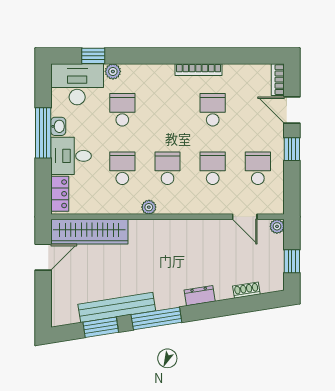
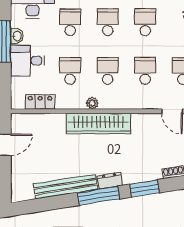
school desk: (167, 110) -> (108, 22), added
locker: (60, 194) -> (40, 102), moved, turned -90
wardrobe: (89, 232) -> (98, 123), moved
dresser: (200, 296) -> (110, 181), moved
window: (101, 327) -> (144, 188), moved

